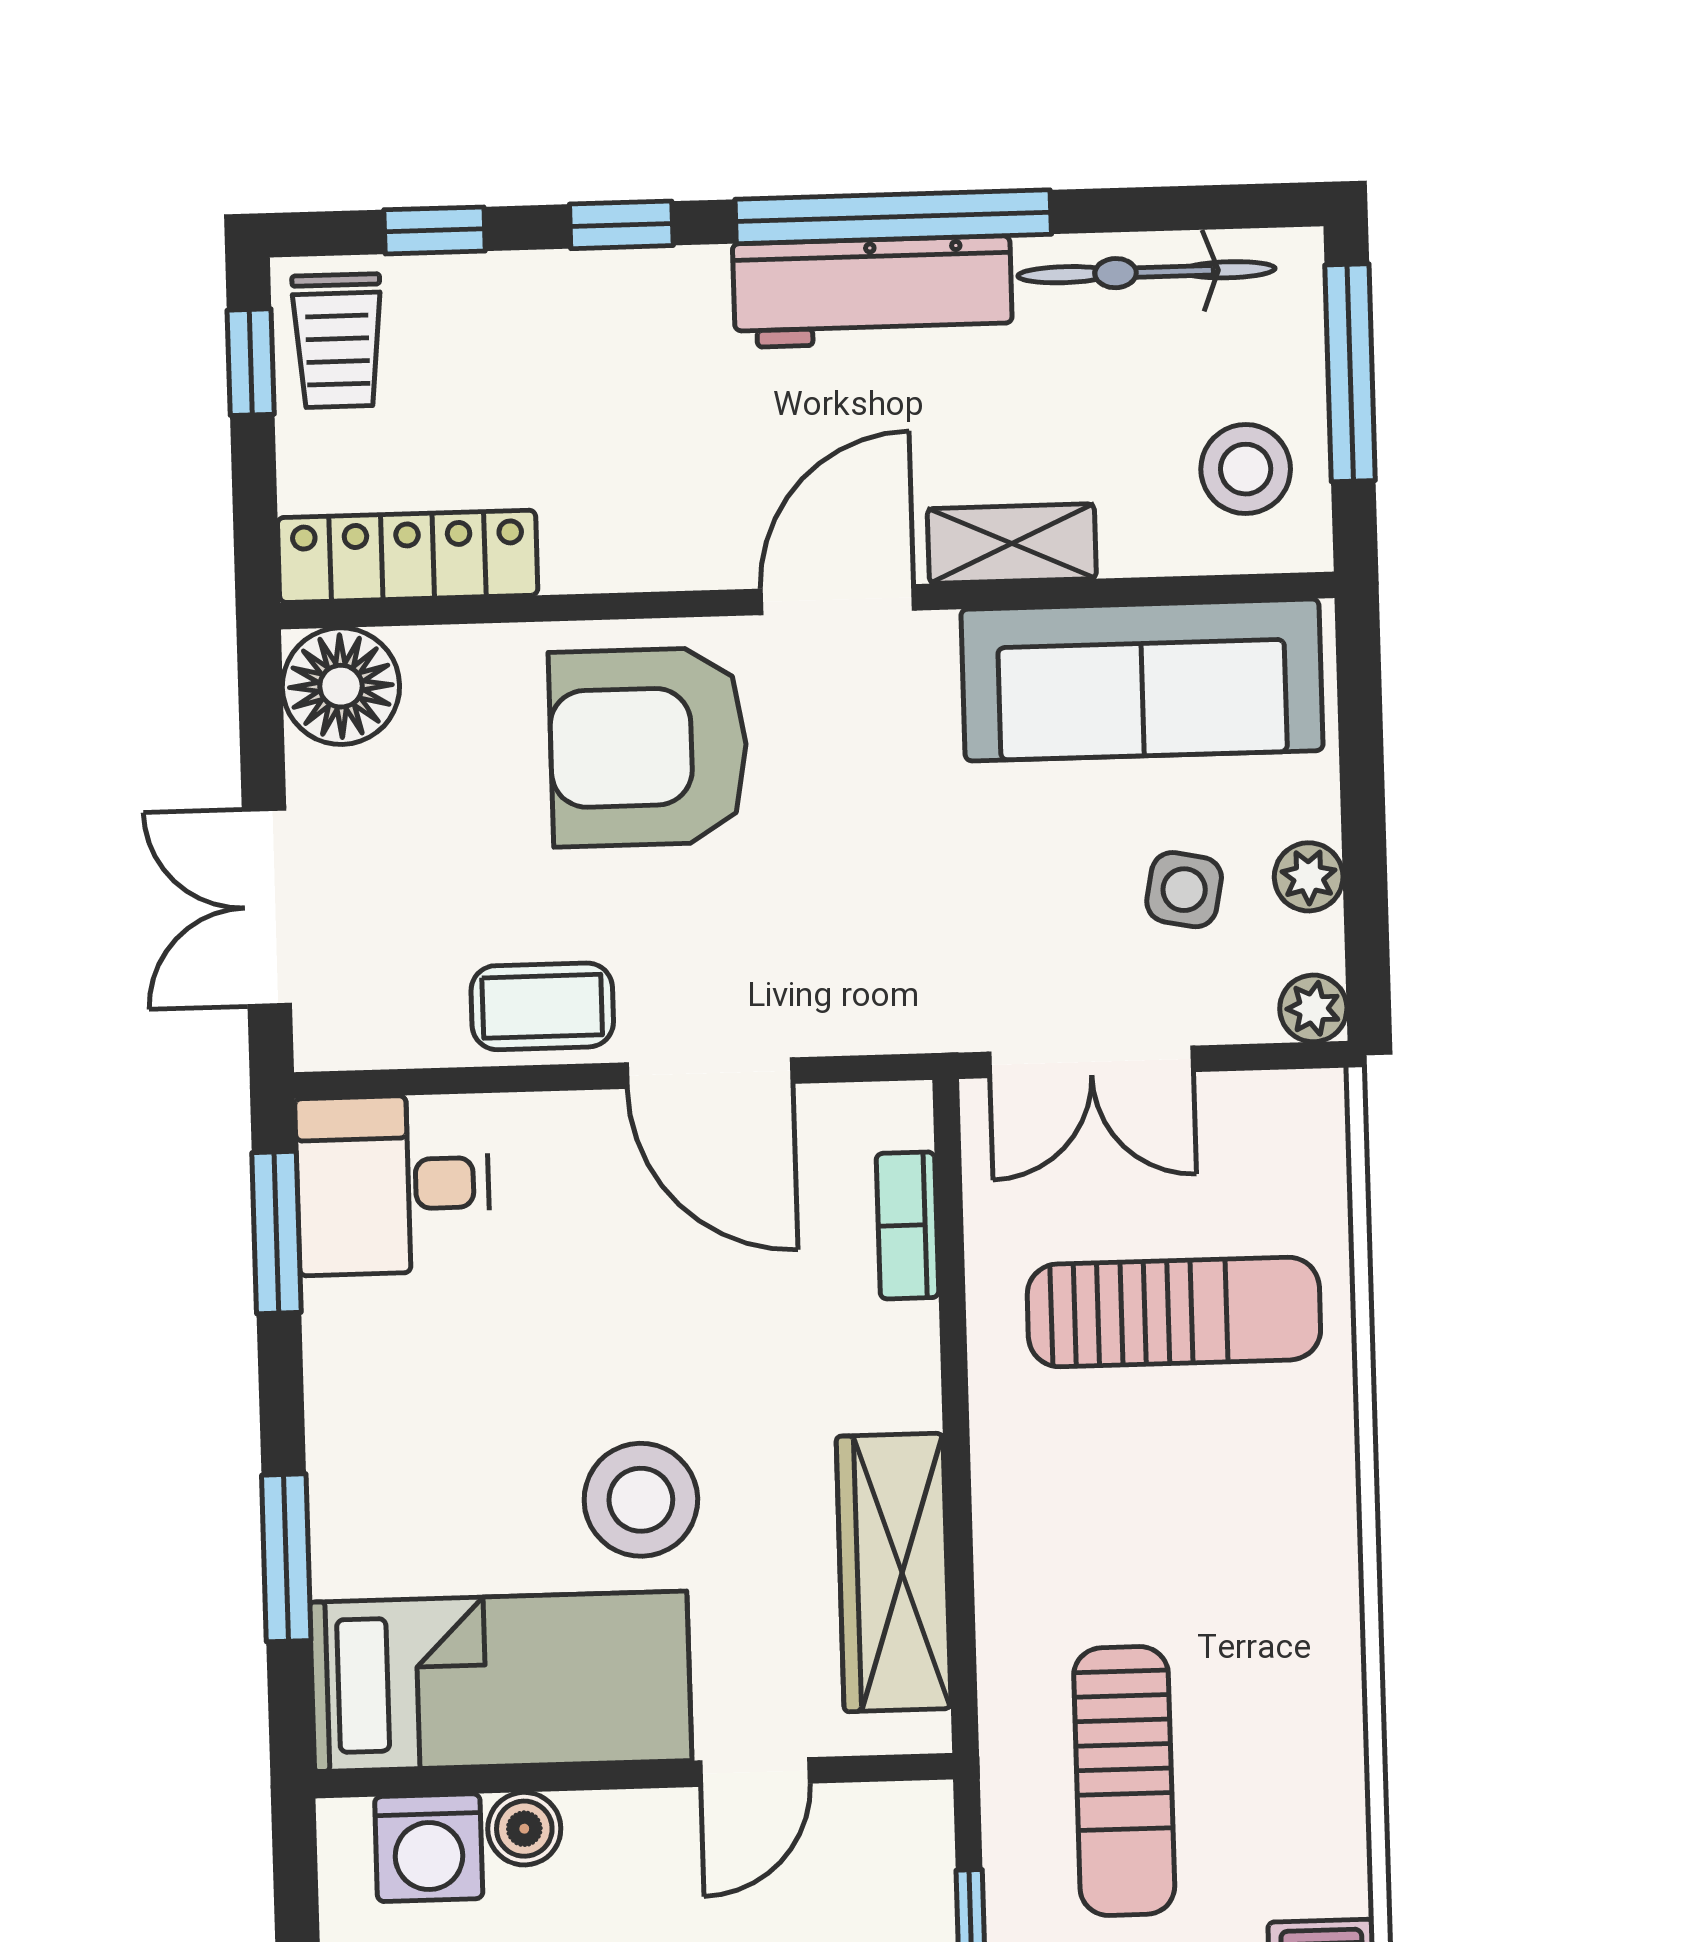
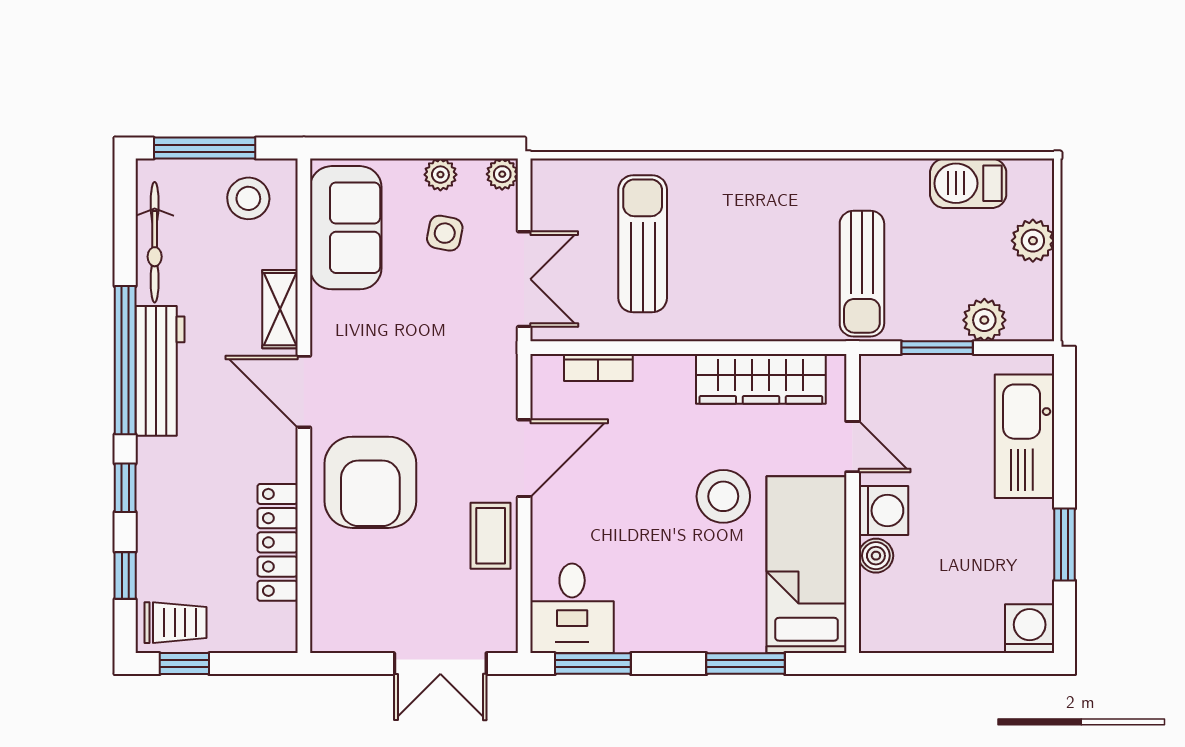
locker: (408, 556) -> (278, 542), moved
sofa: (1142, 680) -> (346, 228), width x0.73
floor lamp: (341, 686) -> (338, 626), removed
sun lounger: (1124, 1781) -> (862, 274), turned 90
washing machine: (429, 1848) -> (883, 511), moved

